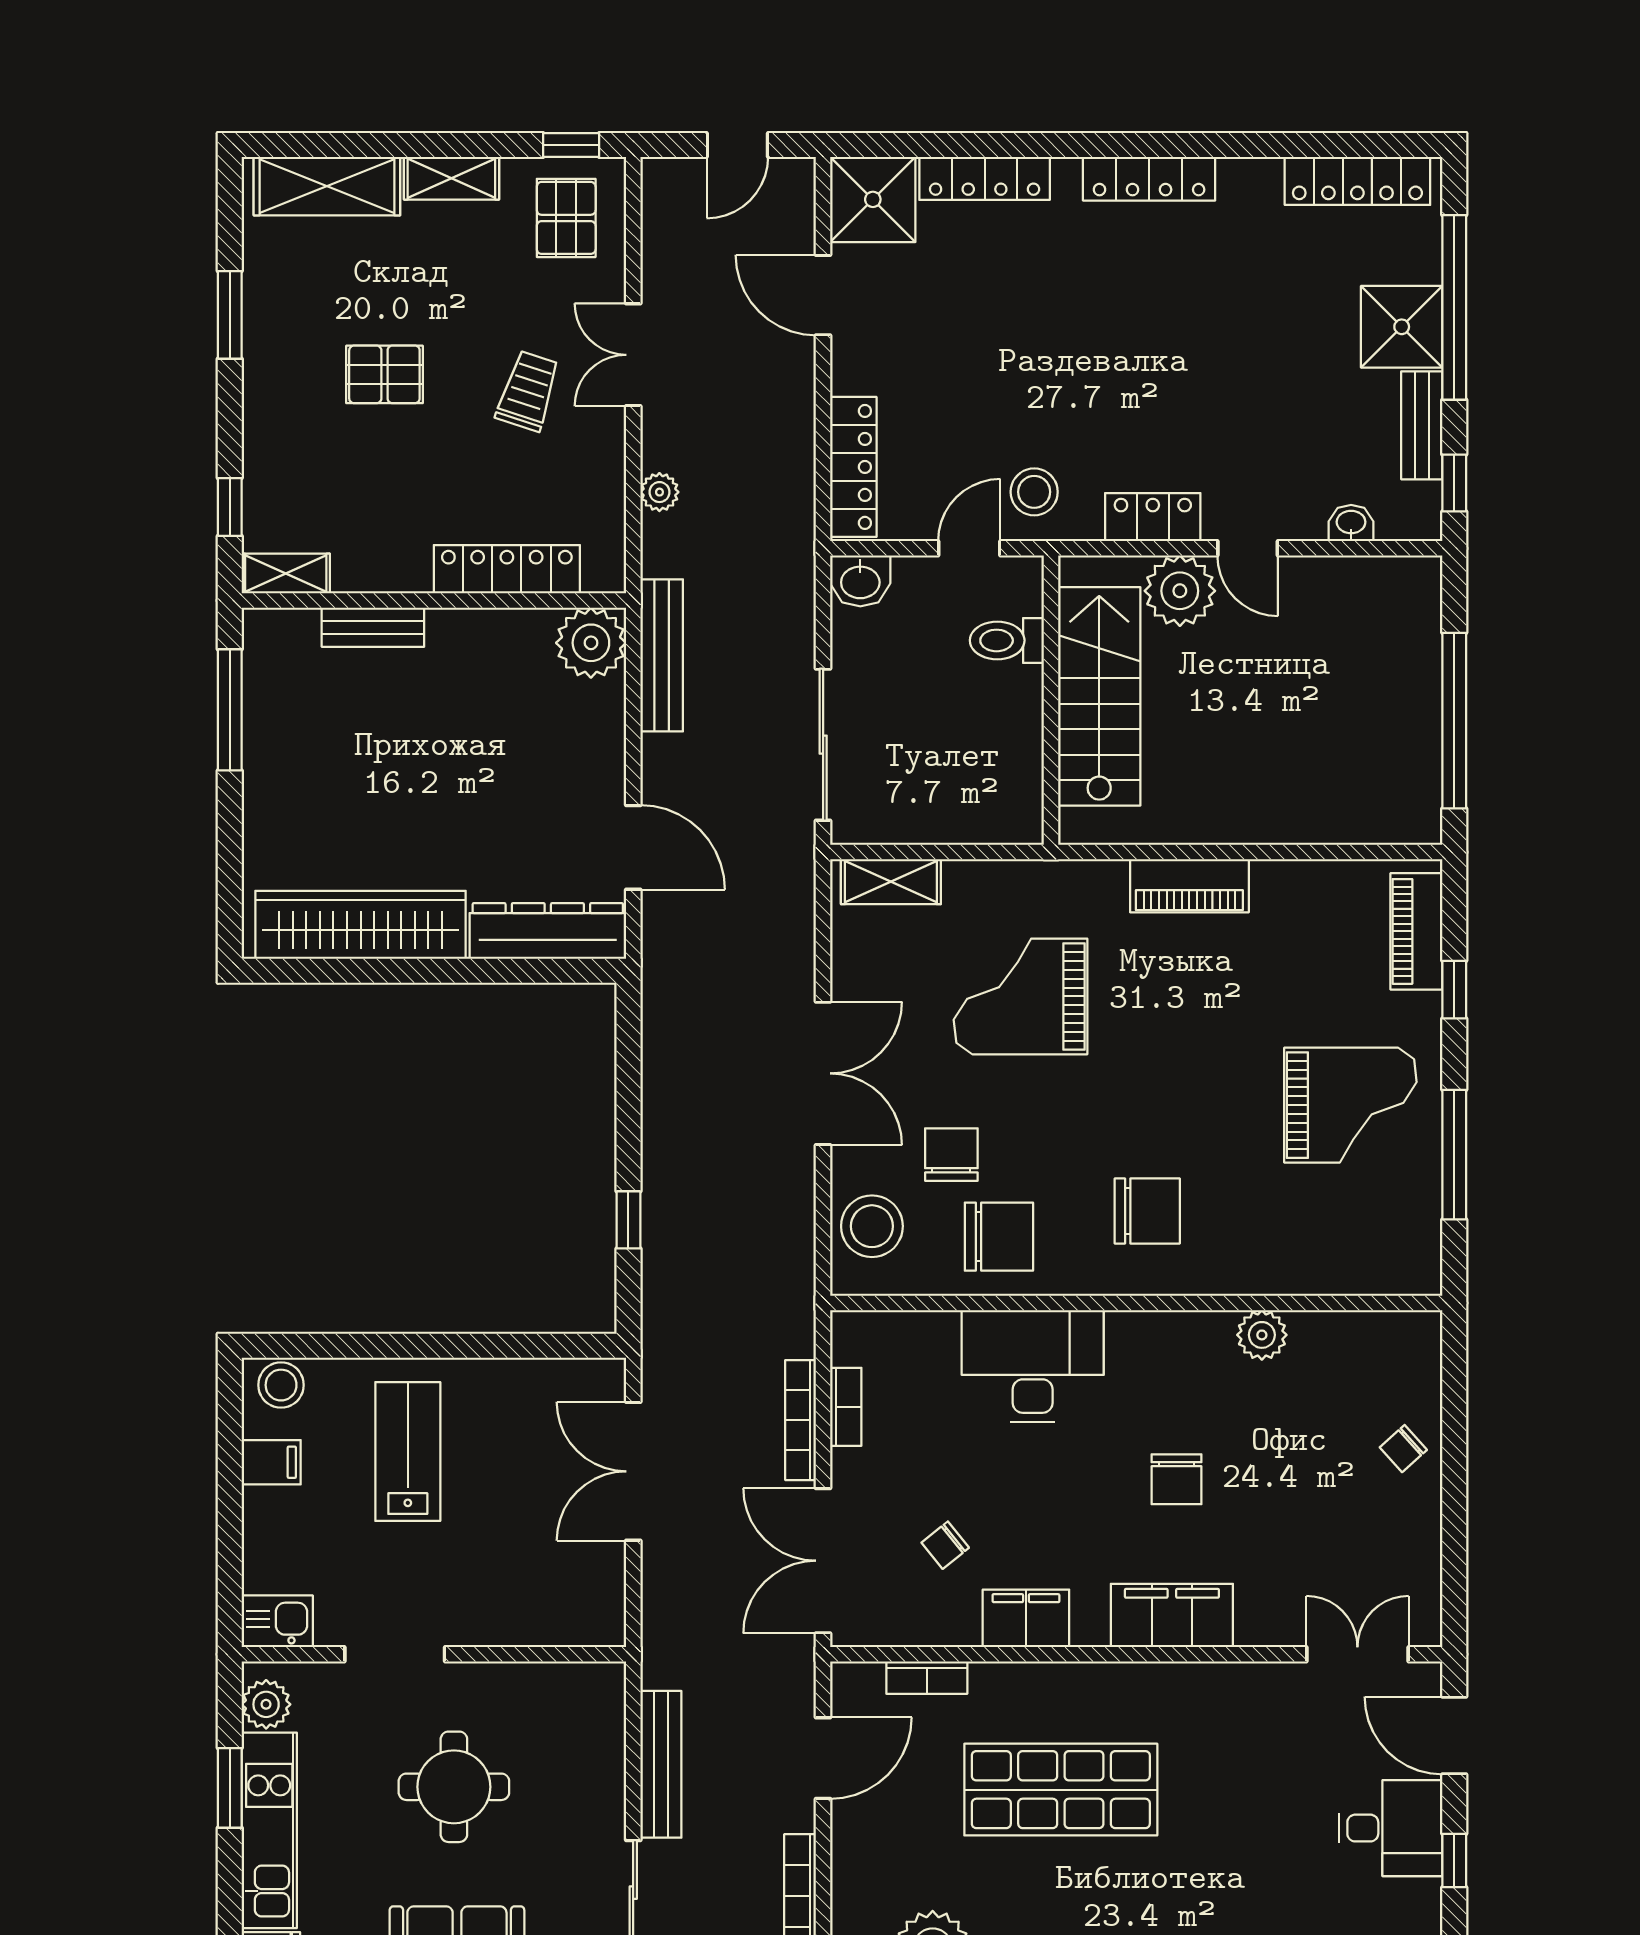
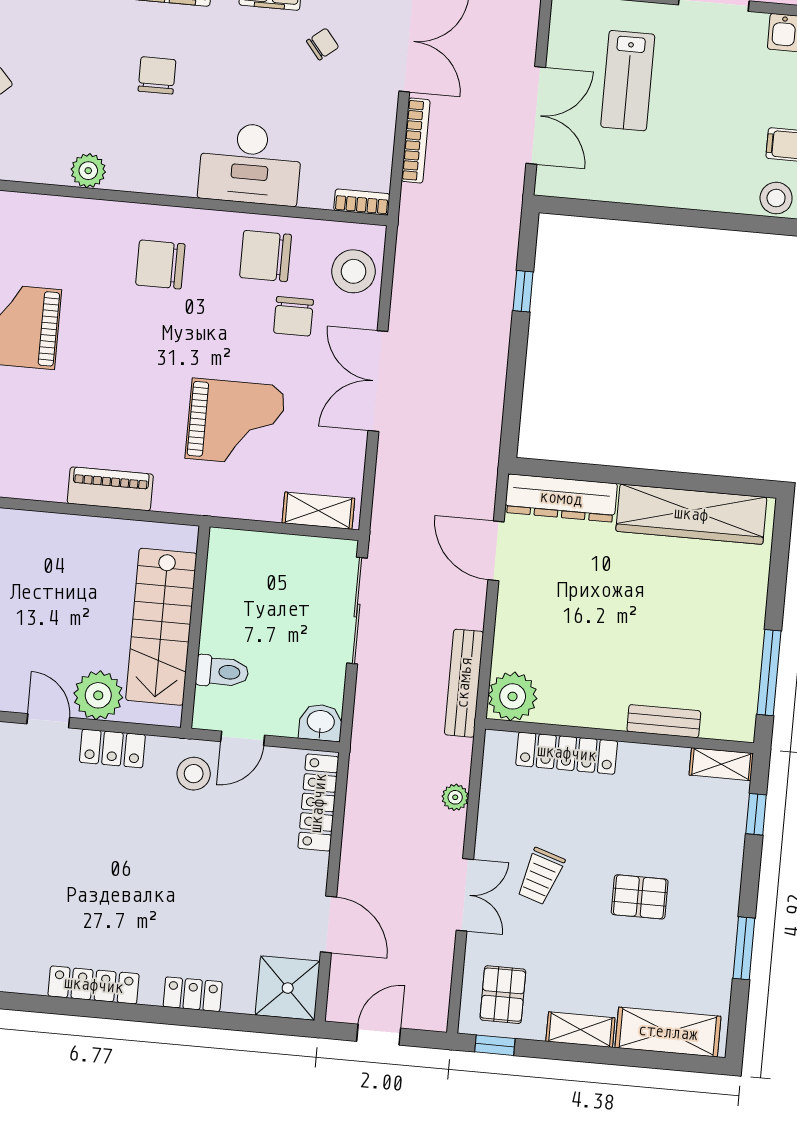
locker: (985, 178) -> (193, 994), width x0.66
bookcase: (846, 1407) -> (362, 202), moved, turned 90
lab bench: (408, 1451) -> (628, 81), moved

